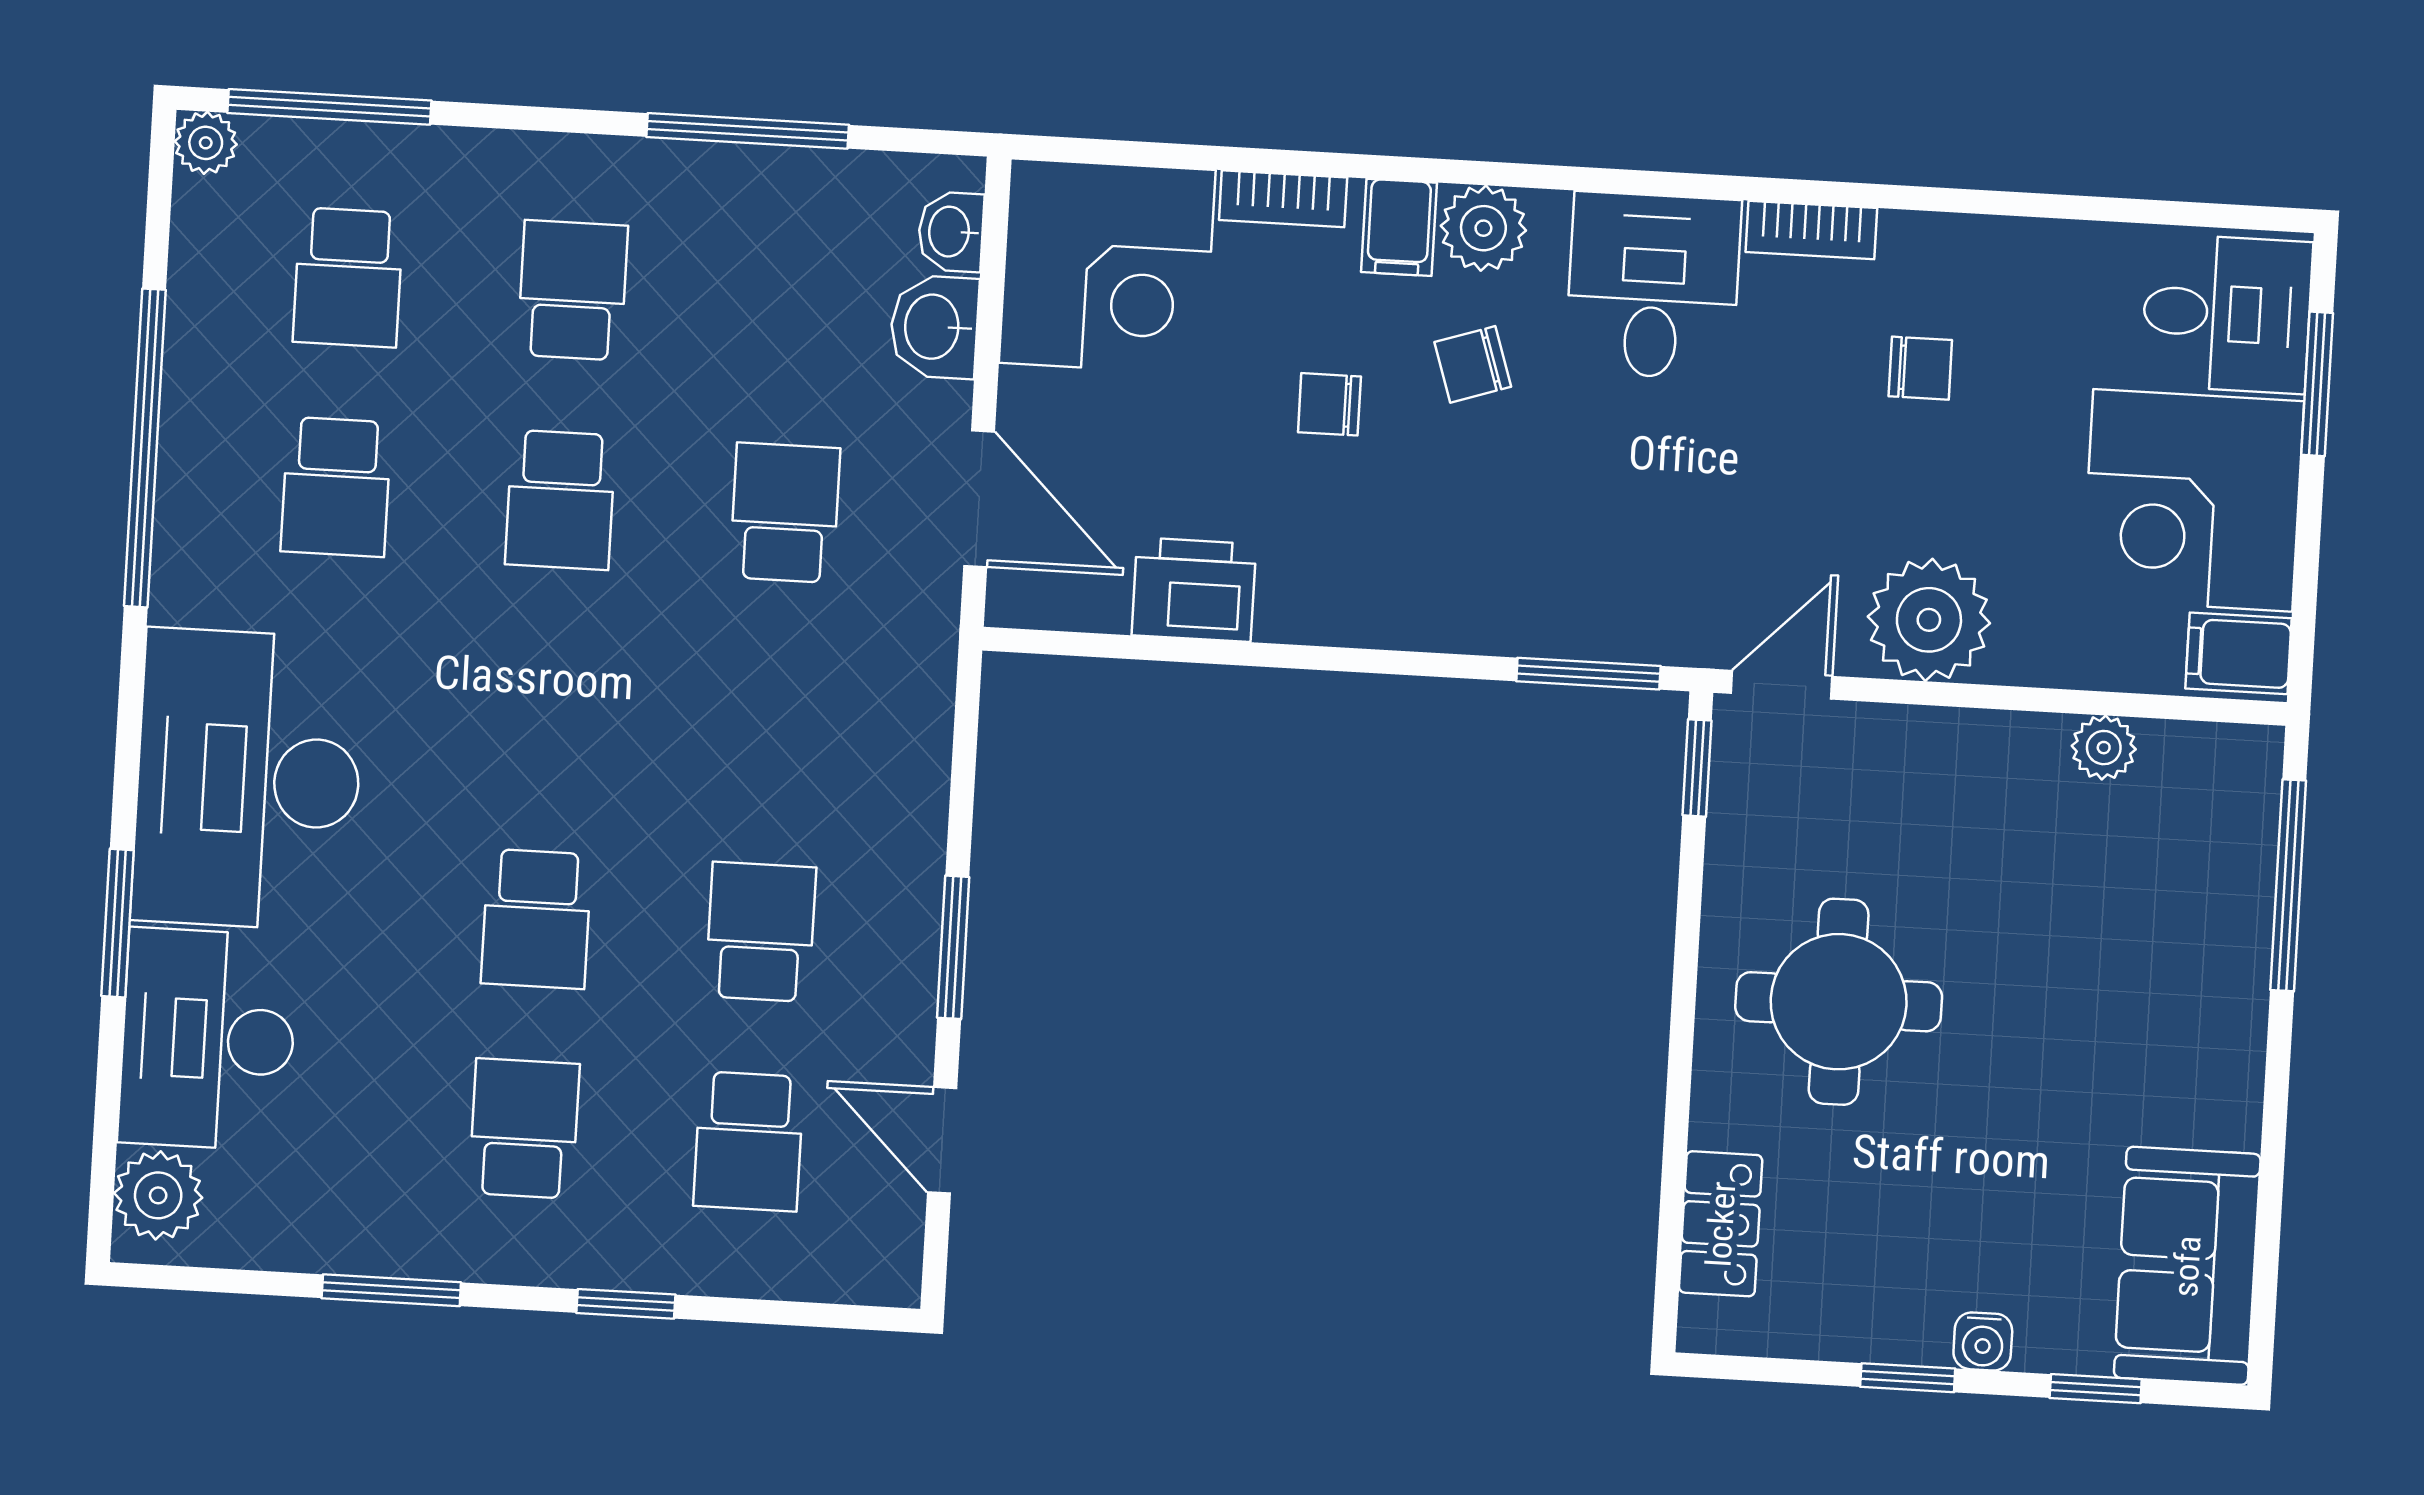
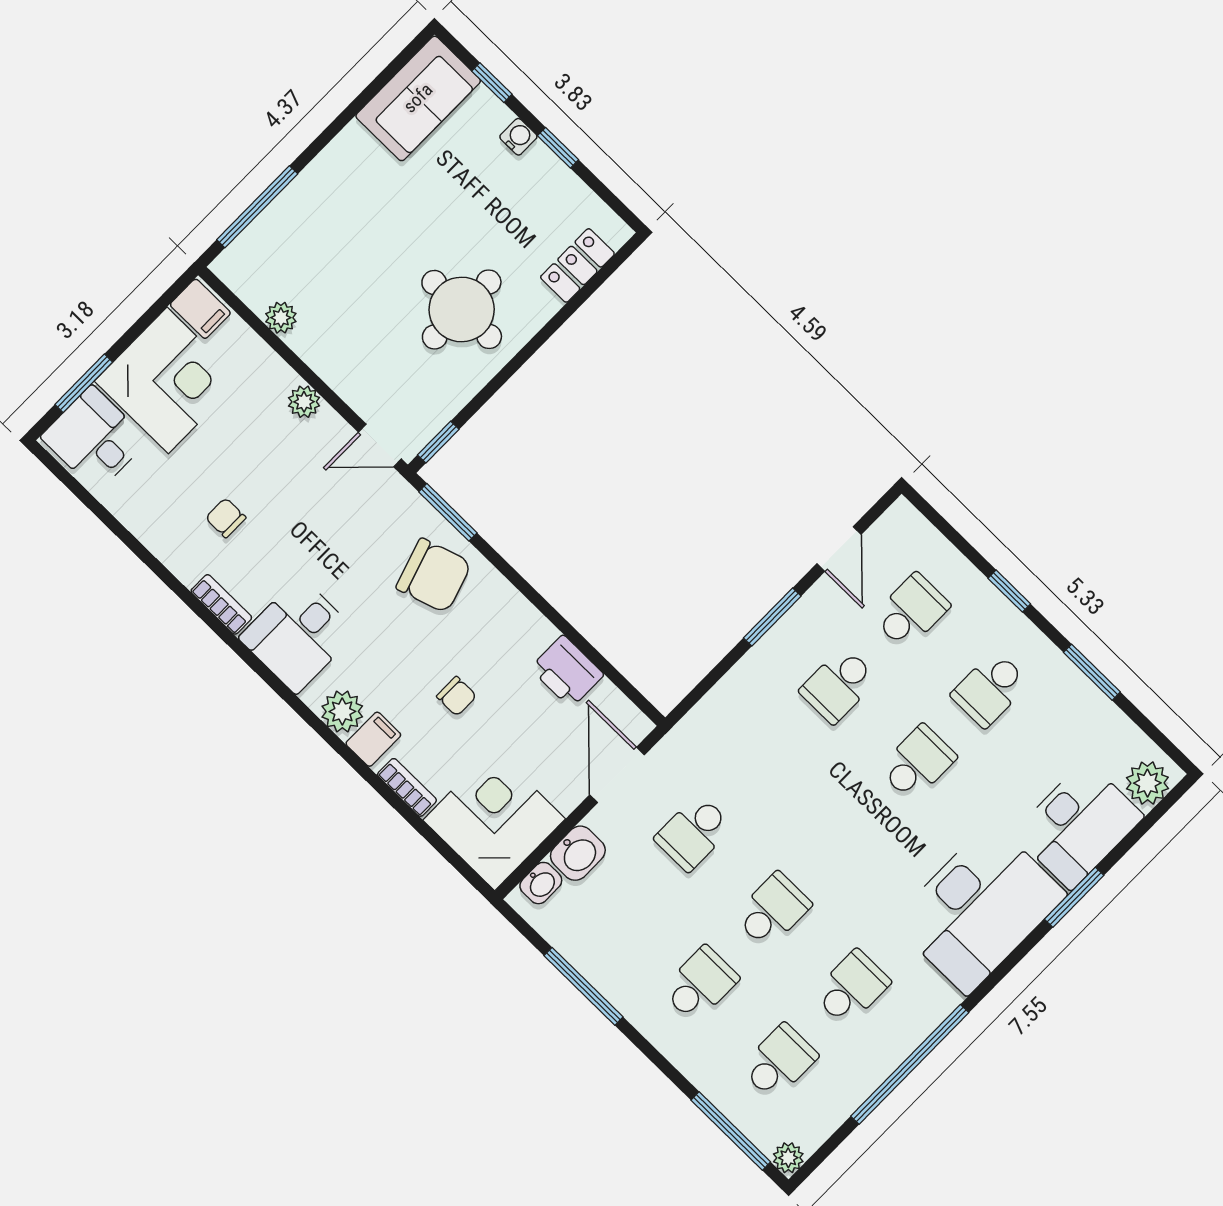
school desk: (573, 290) -> (700, 984), turned 180
chair: (1473, 364) -> (434, 576), moved, width x1.87, depth x1.87
plant: (1929, 620) -> (304, 402), width x0.53, depth x0.53

